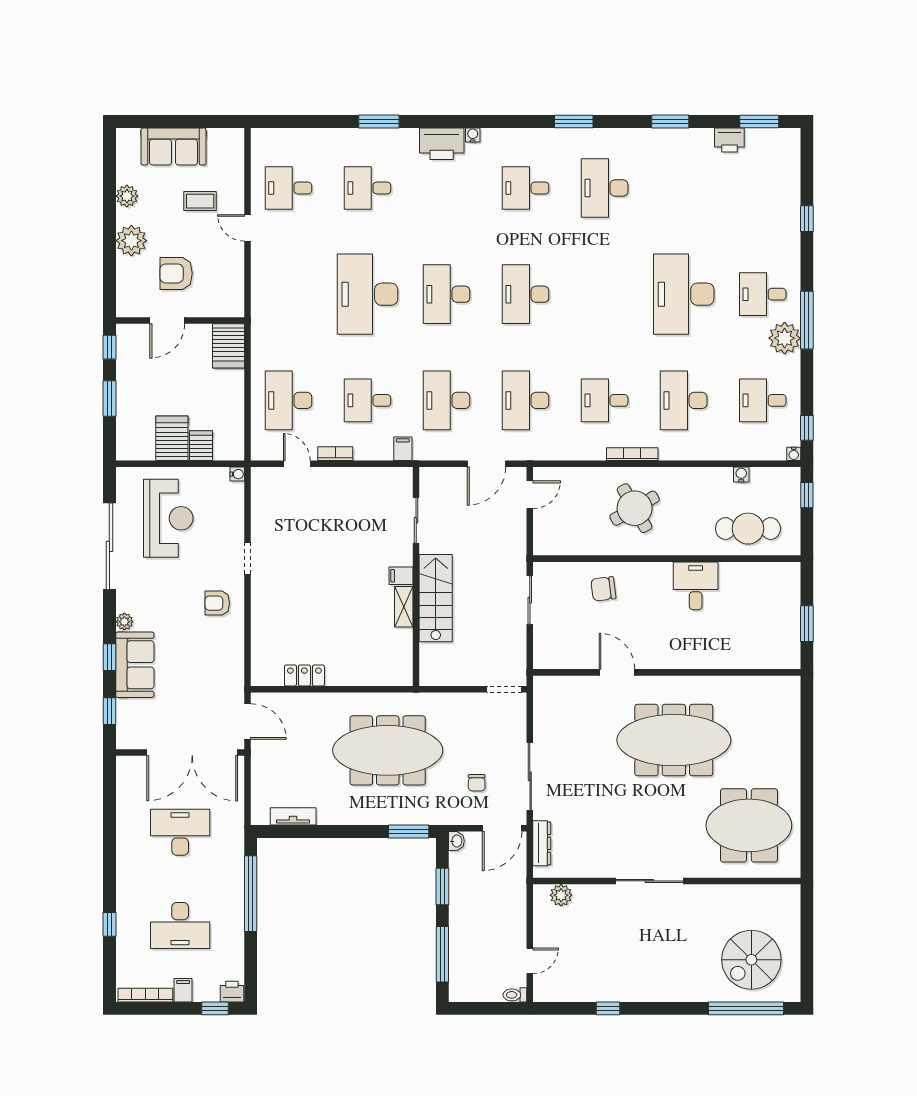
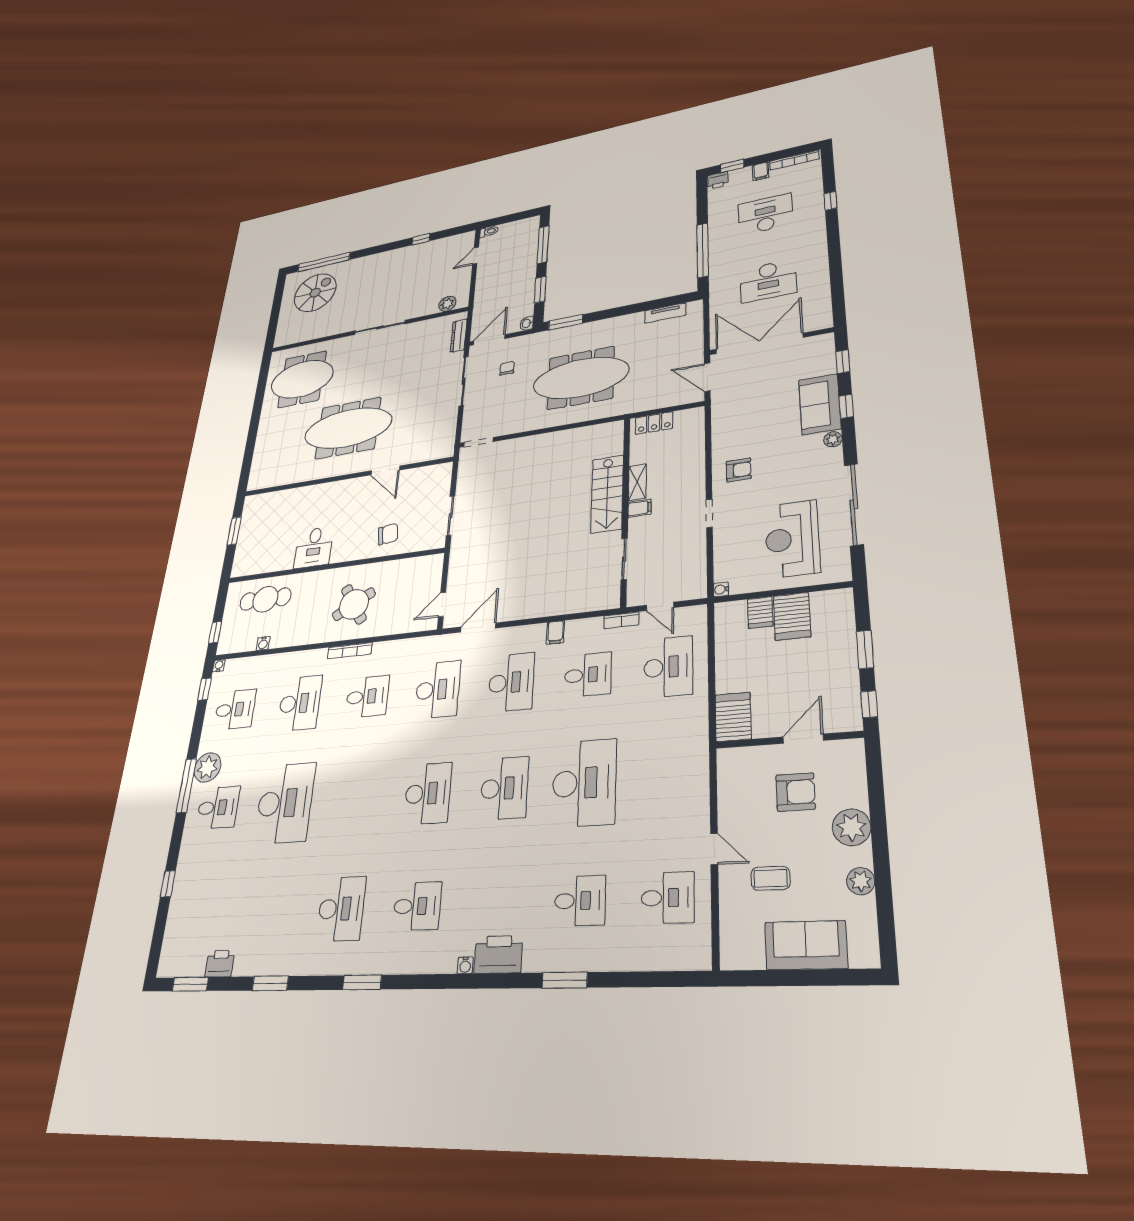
sliding door: (416, 520) -> (624, 559), moved
filing cabinet: (401, 576) -> (639, 508), moved
wall: (416, 577) -> (625, 510), moved
stairs: (436, 598) -> (607, 494), moved
shelving: (404, 607) -> (637, 482), moved

